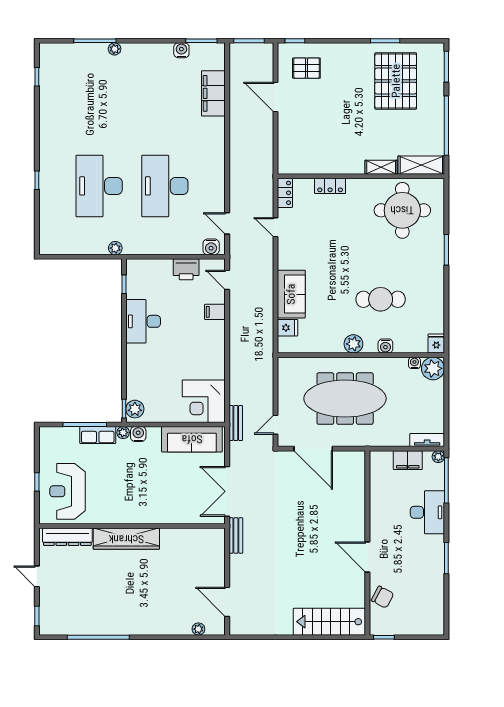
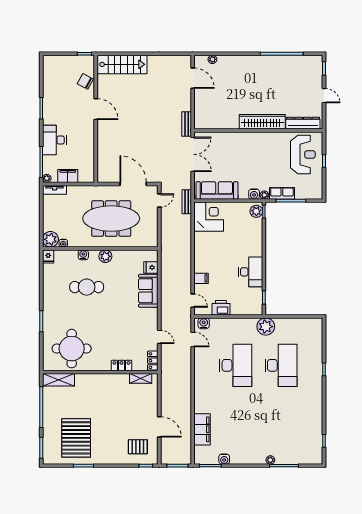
shelving: (381, 167) -> (141, 378), moved
plant: (115, 248) -> (266, 327), width x1.88, depth x1.88

